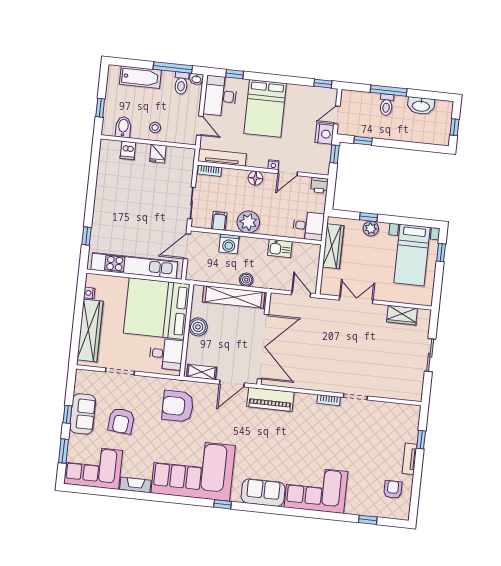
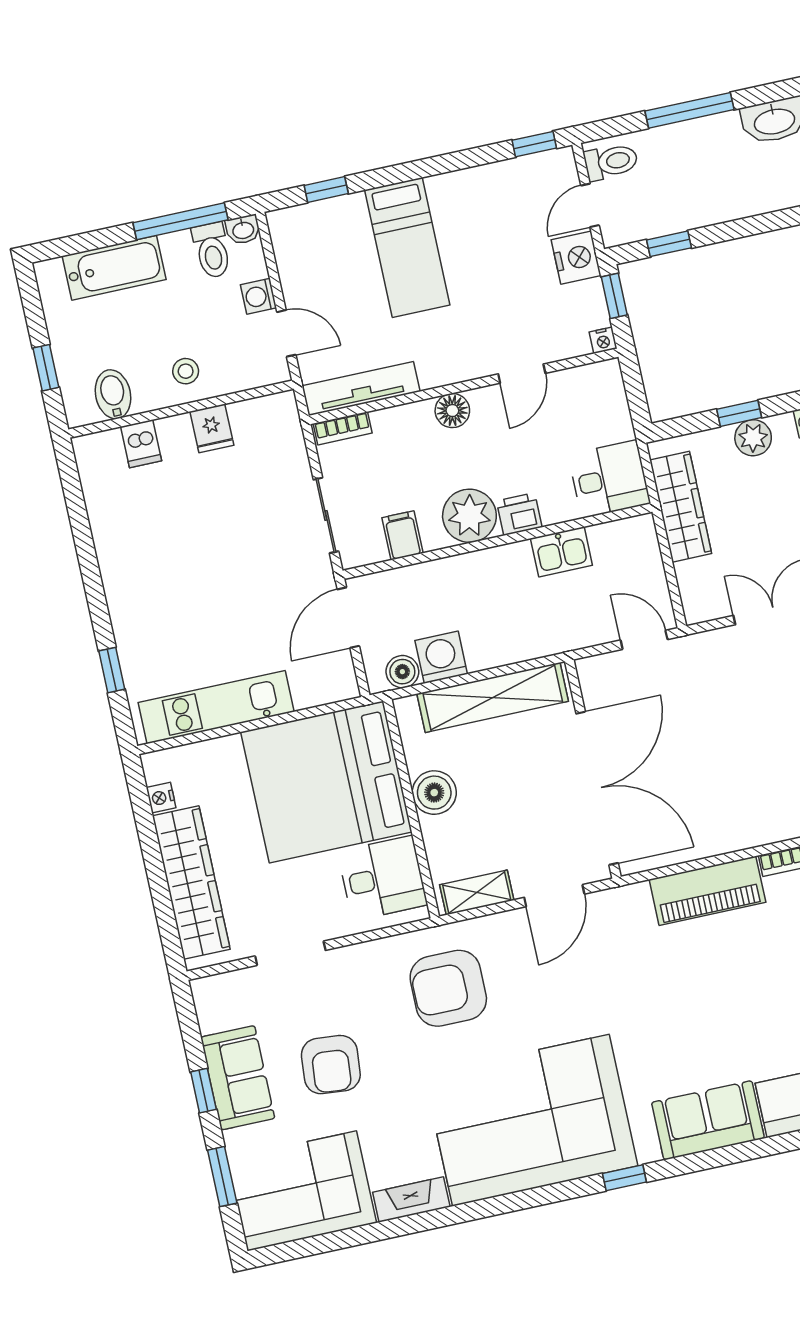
desk: (220, 96) -> (310, 250), removed
toilet: (386, 105) -> (611, 162), moved, turned -90
washing machine: (194, 107) -> (258, 296), added
bed: (265, 108) -> (407, 248), width x0.67
nightstand: (273, 165) -> (603, 340), moved
printer: (319, 185) -> (519, 514), moved, turned 180
washing machine: (229, 244) -> (441, 657), moved, turned 180
kitchen unit: (134, 266) -> (216, 707), width x0.73
boiler: (246, 280) -> (402, 672), moved
piano: (270, 399) -> (707, 891), moved

